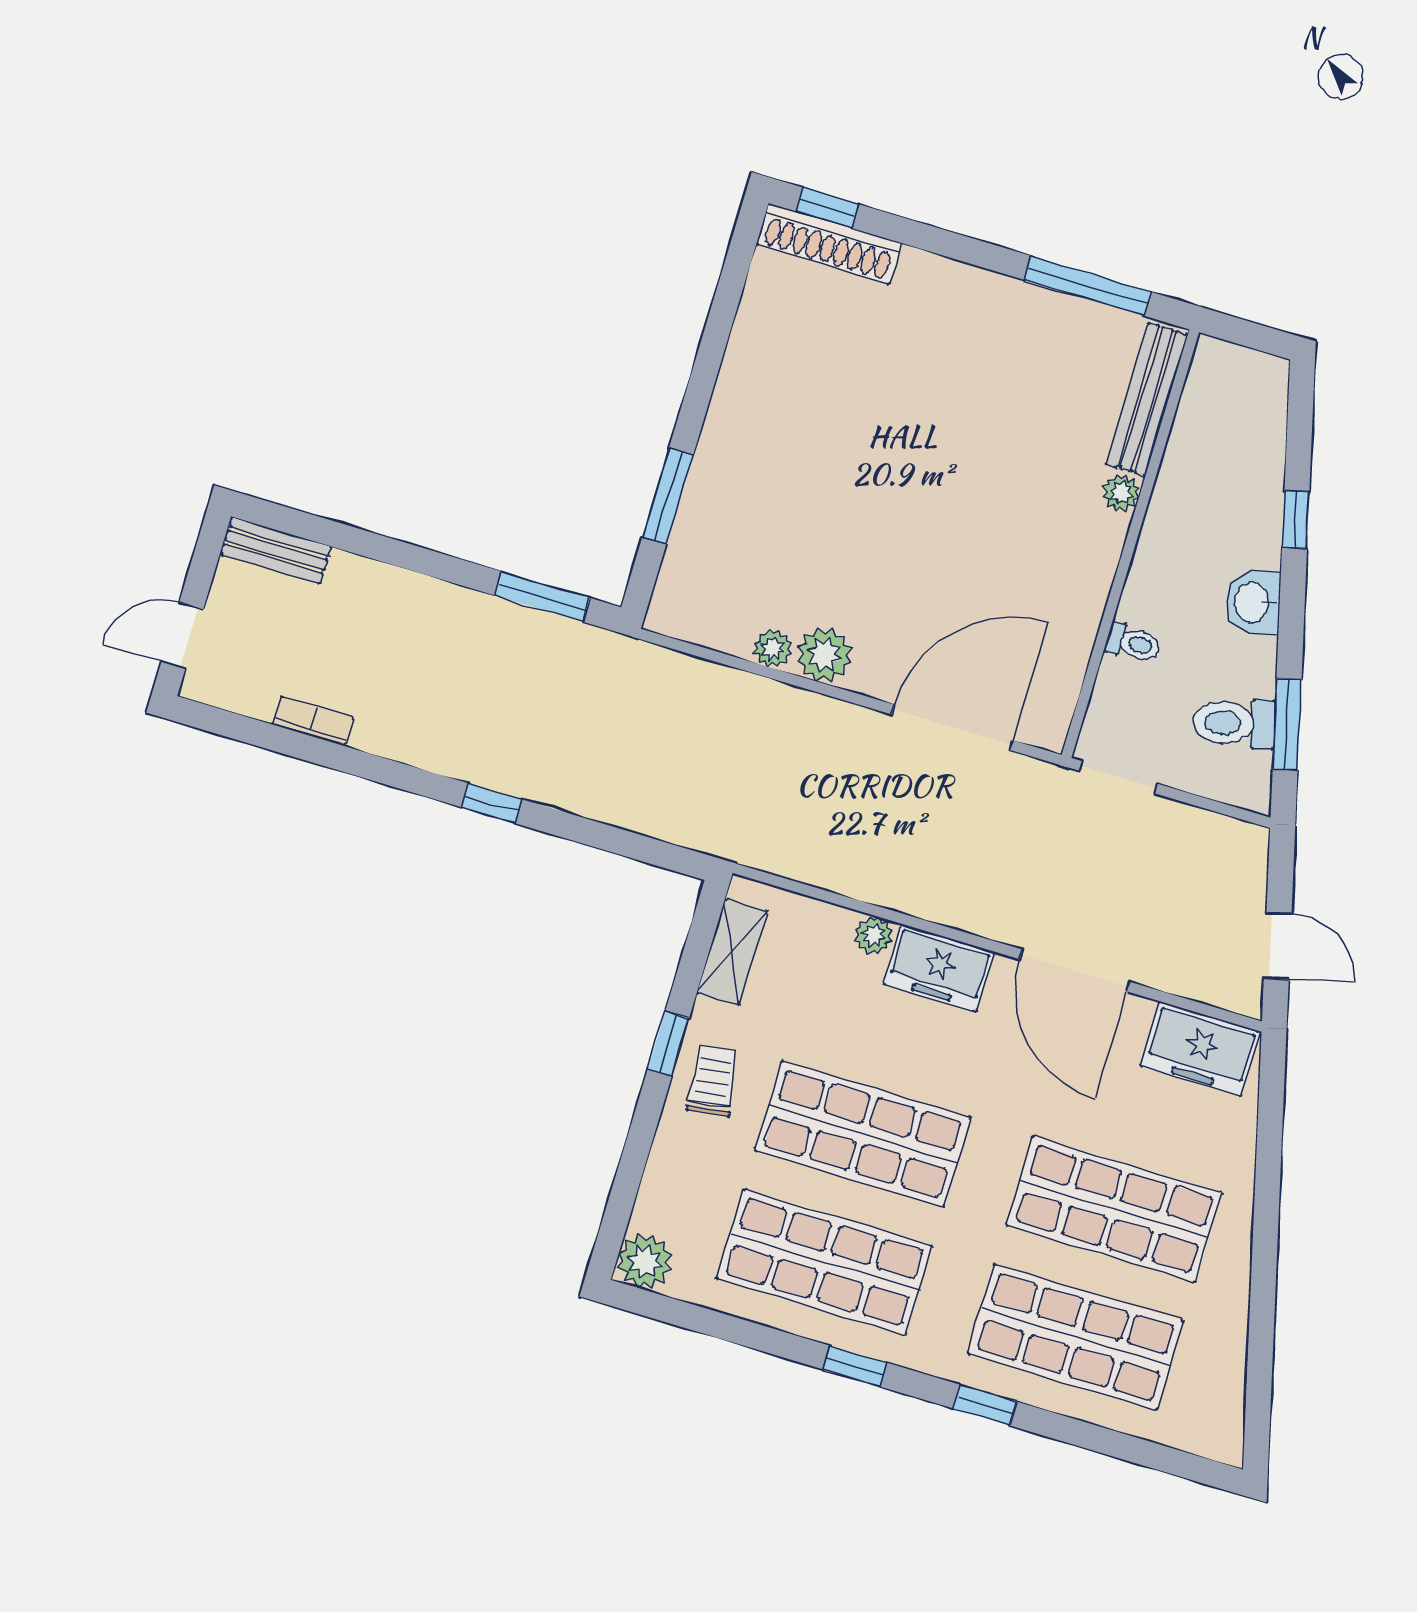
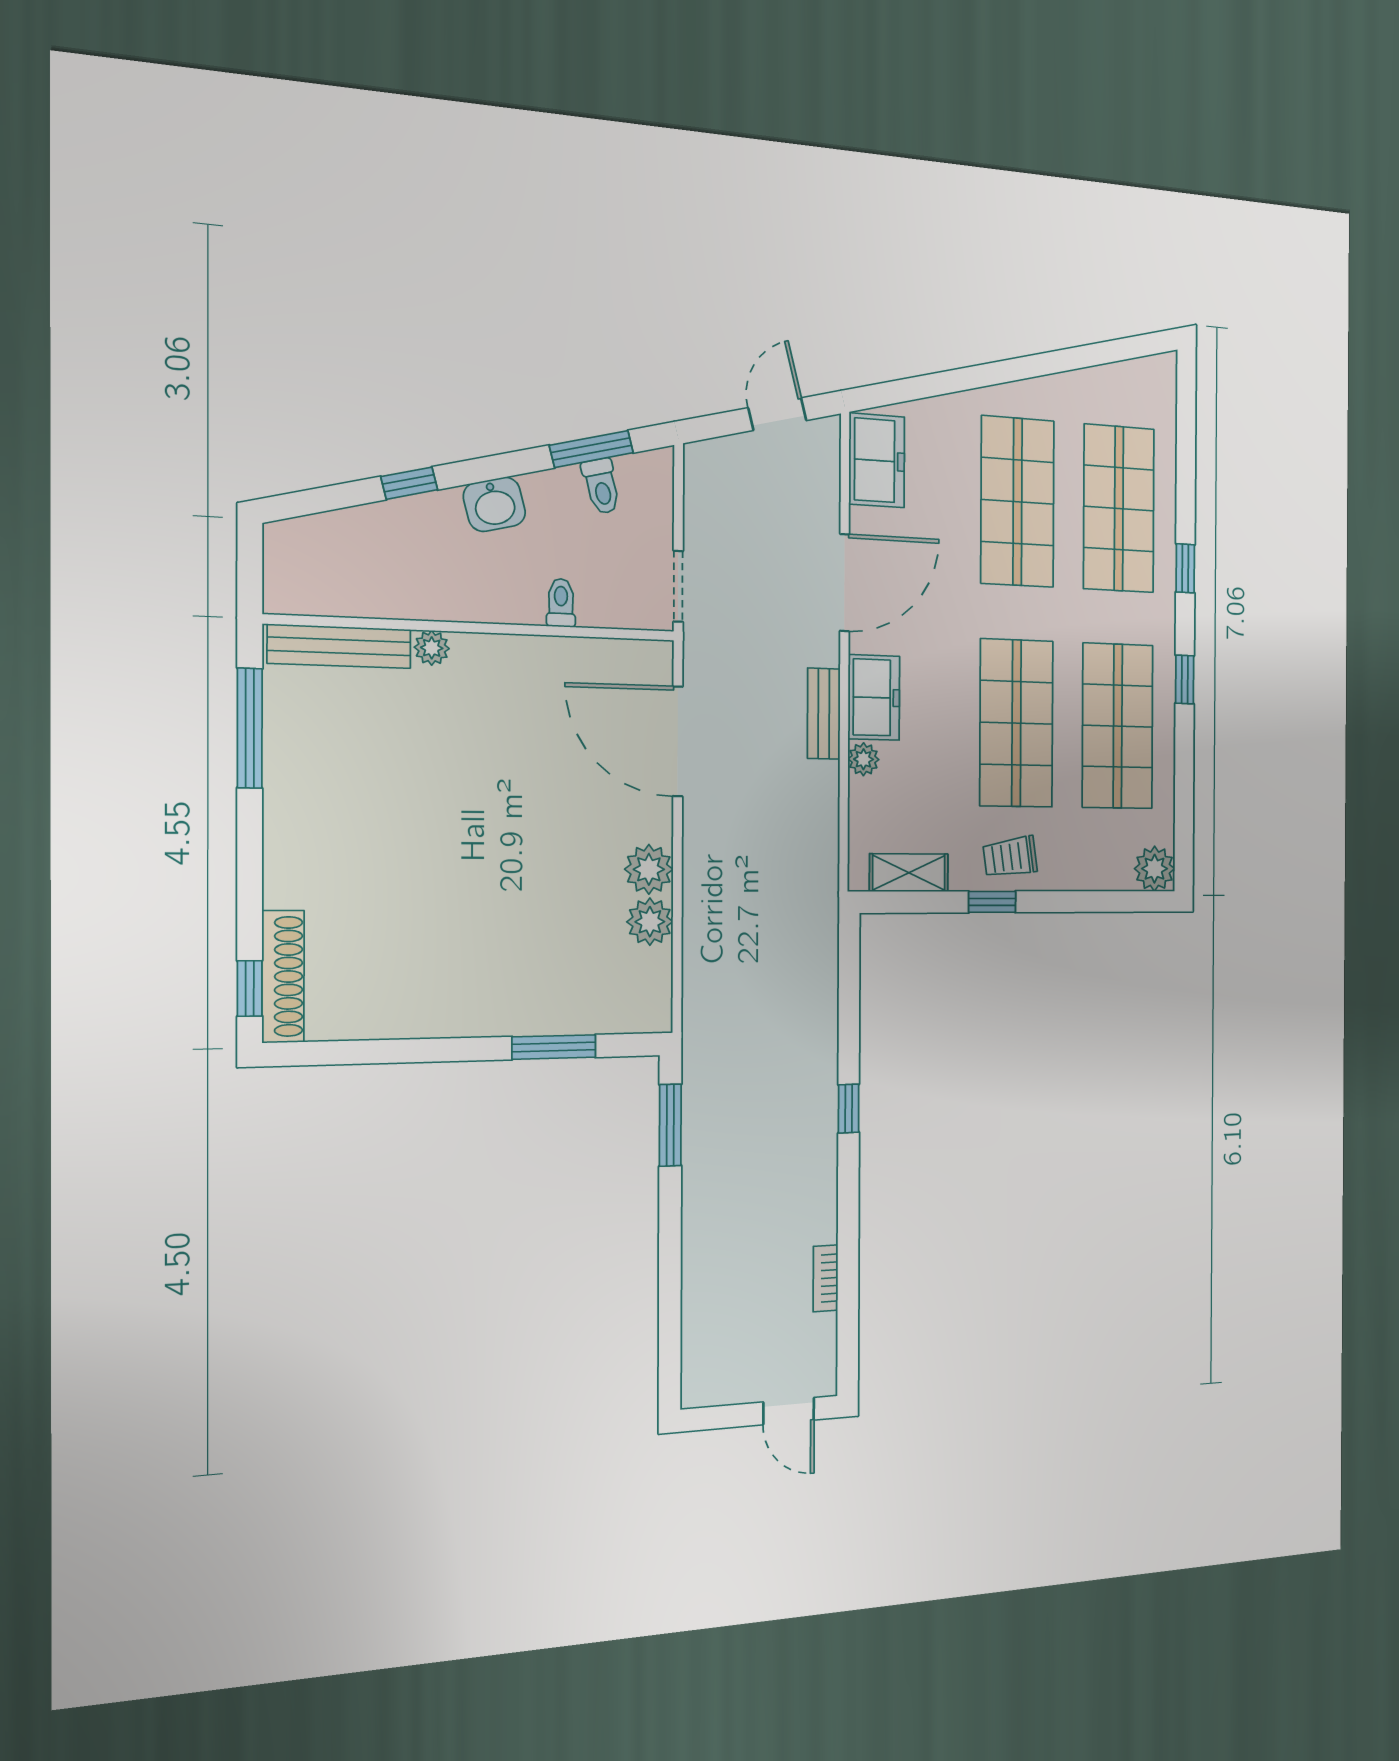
bench: (276, 550) -> (824, 714), moved
plant: (773, 648) -> (650, 922), width x1.38, depth x1.38
toilet: (1234, 723) -> (601, 486), width x0.73, depth x0.72

